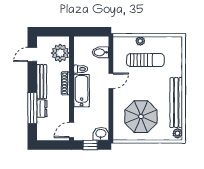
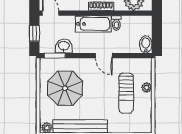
bidet: (100, 52) -> (146, 44), moved
window: (111, 126) -> (55, 56), added
washbasin: (101, 134) -> (64, 46), moved, turned -90

